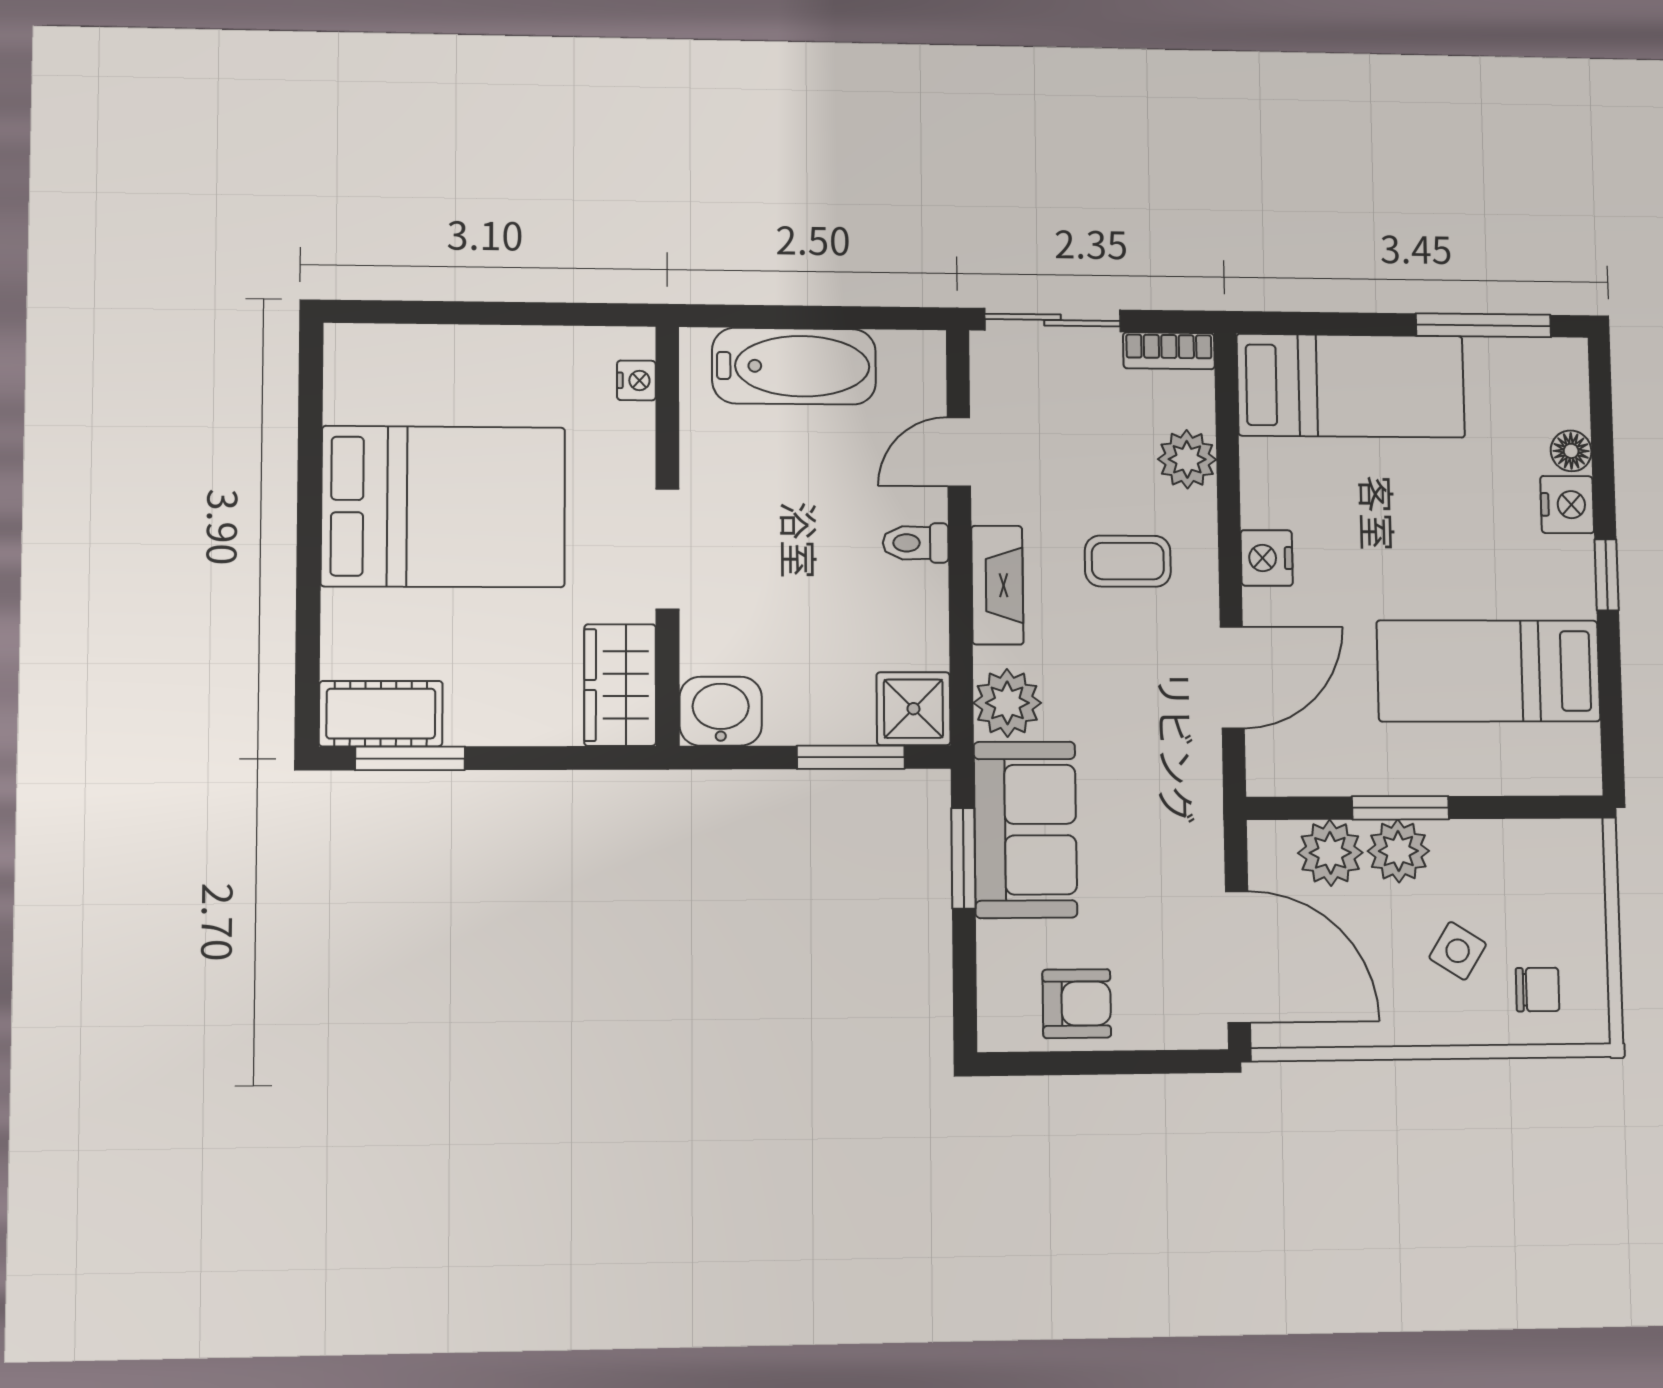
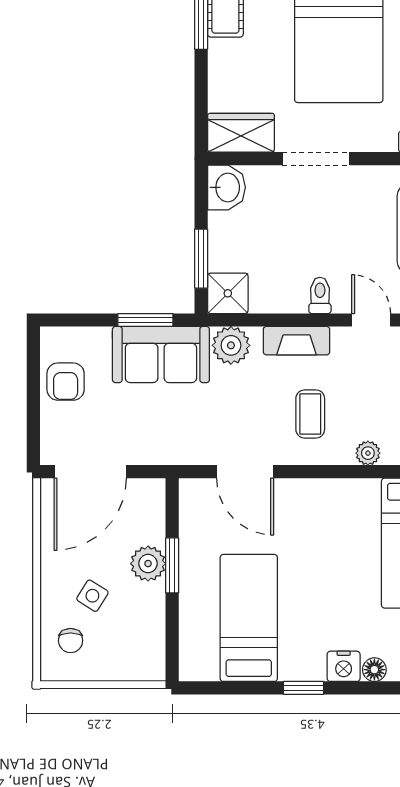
plant: (1187, 459) -> (368, 453), width x0.73, depth x0.73
nightstand: (1267, 558) -> (312, 493), removed
plant: (1330, 853) -> (147, 525), removed

